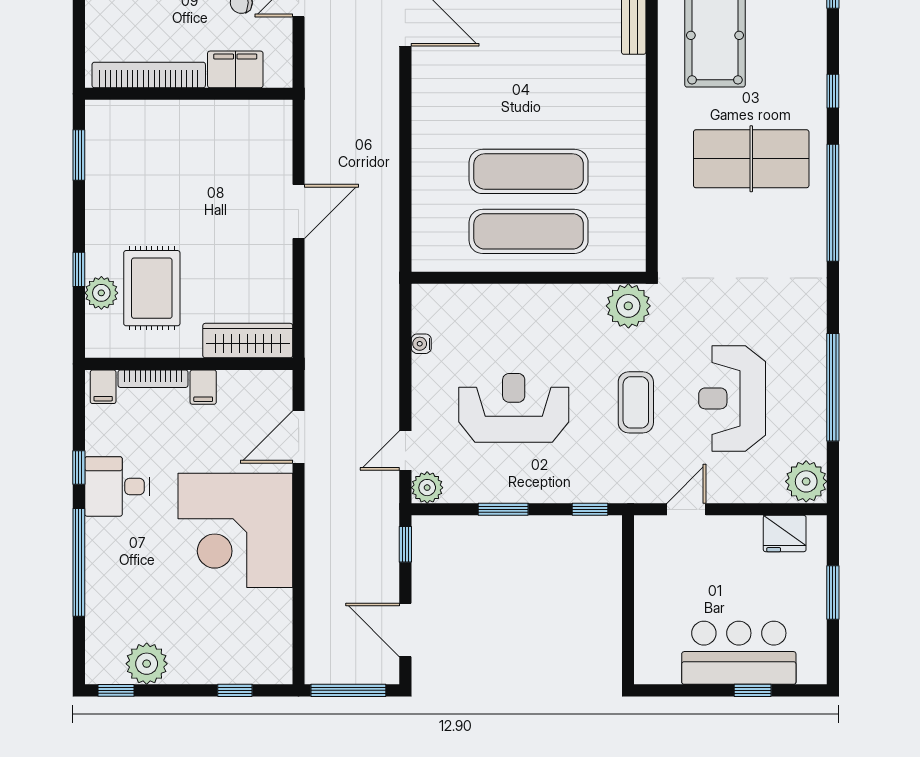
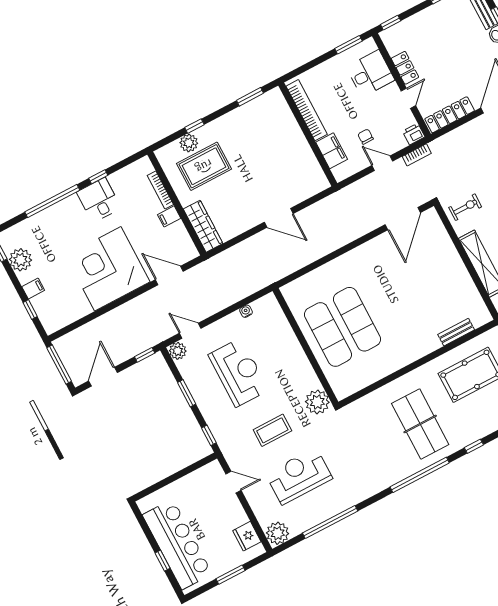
filing cabinet: (103, 387) -> (33, 289), moved, turned 180
bar counter: (739, 653) -> (177, 544), width x1.36

